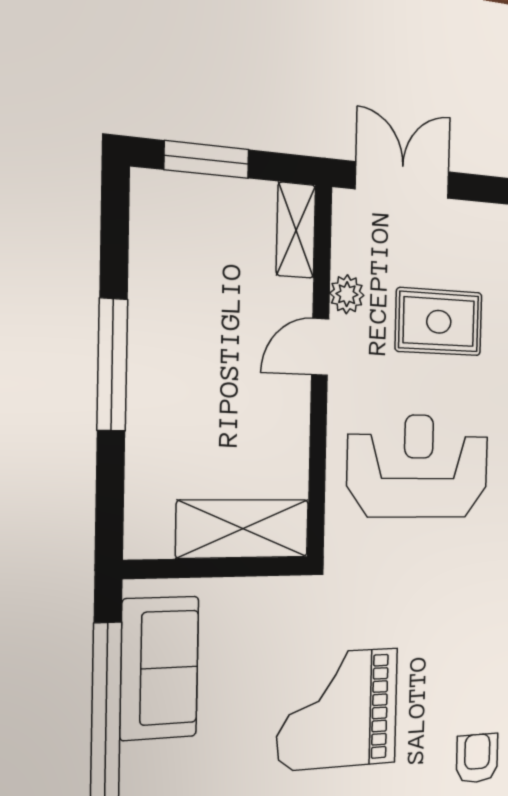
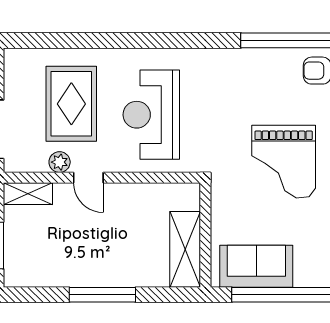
rug: (439, 322) -> (71, 104), width x1.36, depth x1.43
shelving: (243, 529) -> (185, 249), moved

